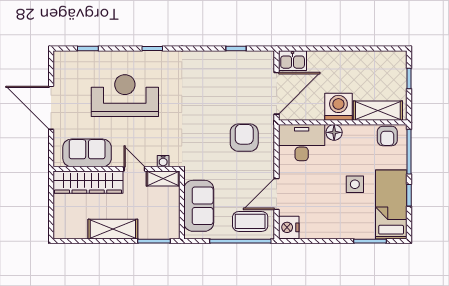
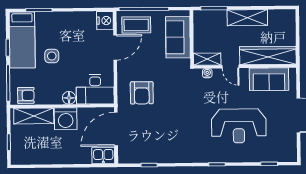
armchair: (387, 136) -> (26, 95), turned 90

